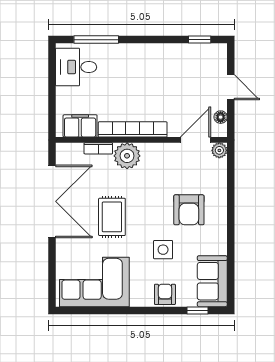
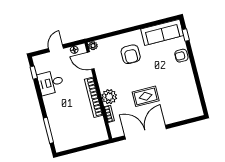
desk: (76, 67) -> (51, 83), moved, turned 90
filing cabinet: (80, 126) -> (99, 127), removed
armchair: (189, 210) -> (131, 54), turned 90
side table: (163, 250) -> (157, 63), removed
sofa: (212, 281) -> (162, 32), width x1.36
corner sofa: (94, 282) -> (185, 97), removed

